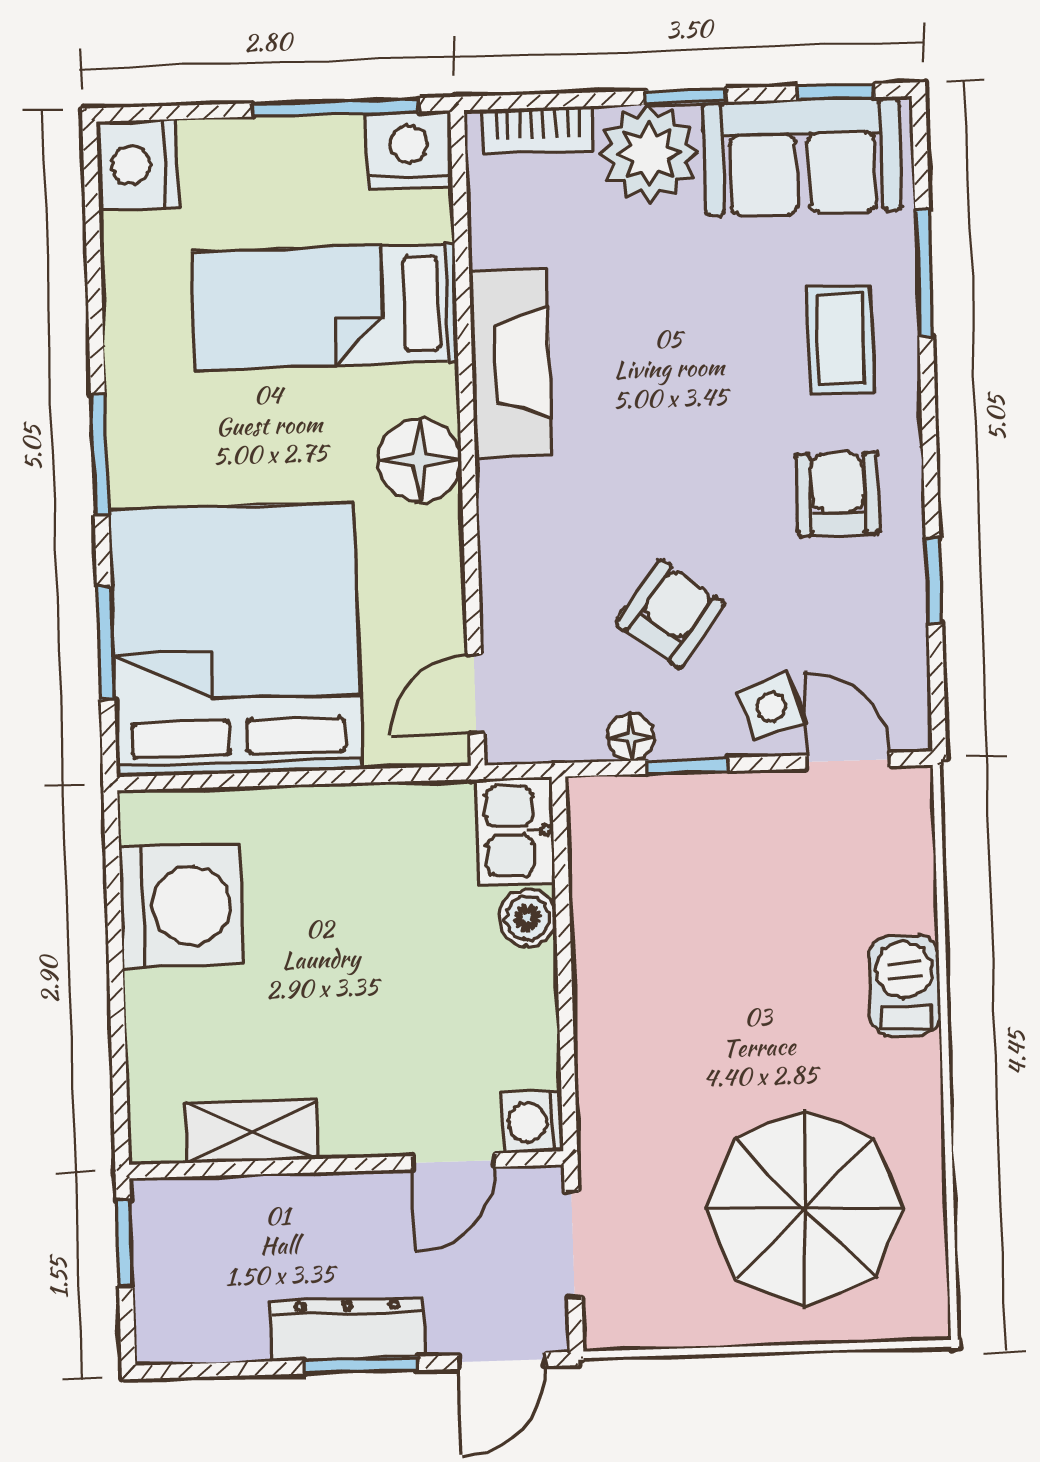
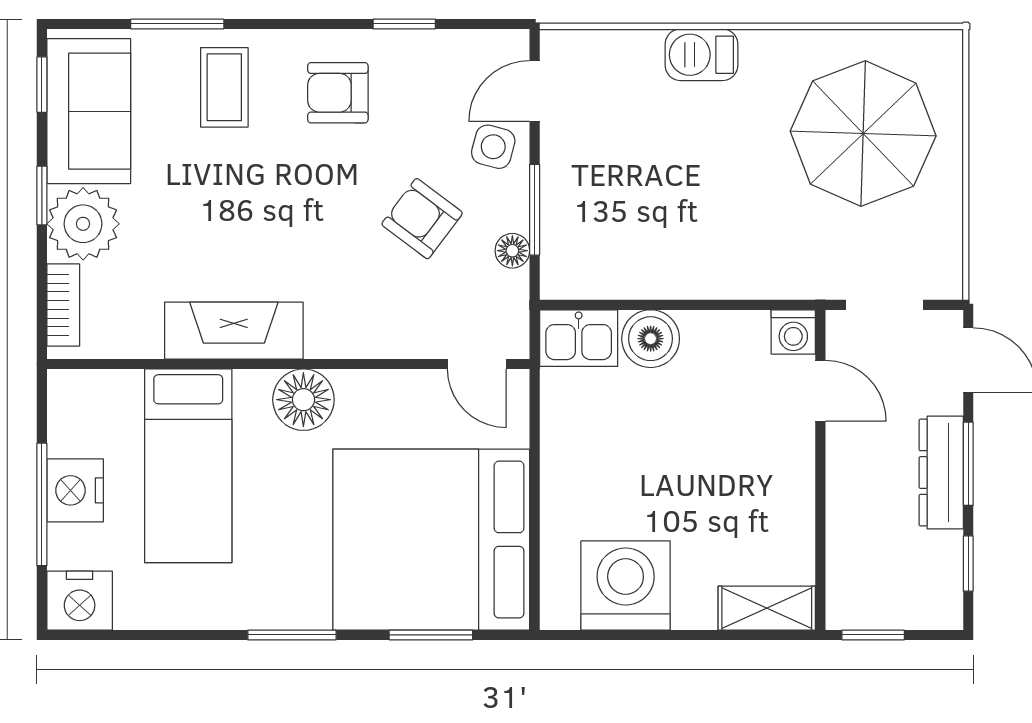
window: (336, 107) -> (42, 504), moved
nightstand: (409, 150) -> (75, 490), moved
coffee table: (840, 339) -> (224, 87), turned 90
side table: (771, 707) -> (493, 147), turned 32
window: (687, 766) -> (535, 210), width x1.50
boiler: (527, 918) -> (651, 339), width x1.36, depth x1.36
shelving: (252, 1131) -> (767, 608), moved, turned 90
window: (226, 1369) -> (968, 564), added

